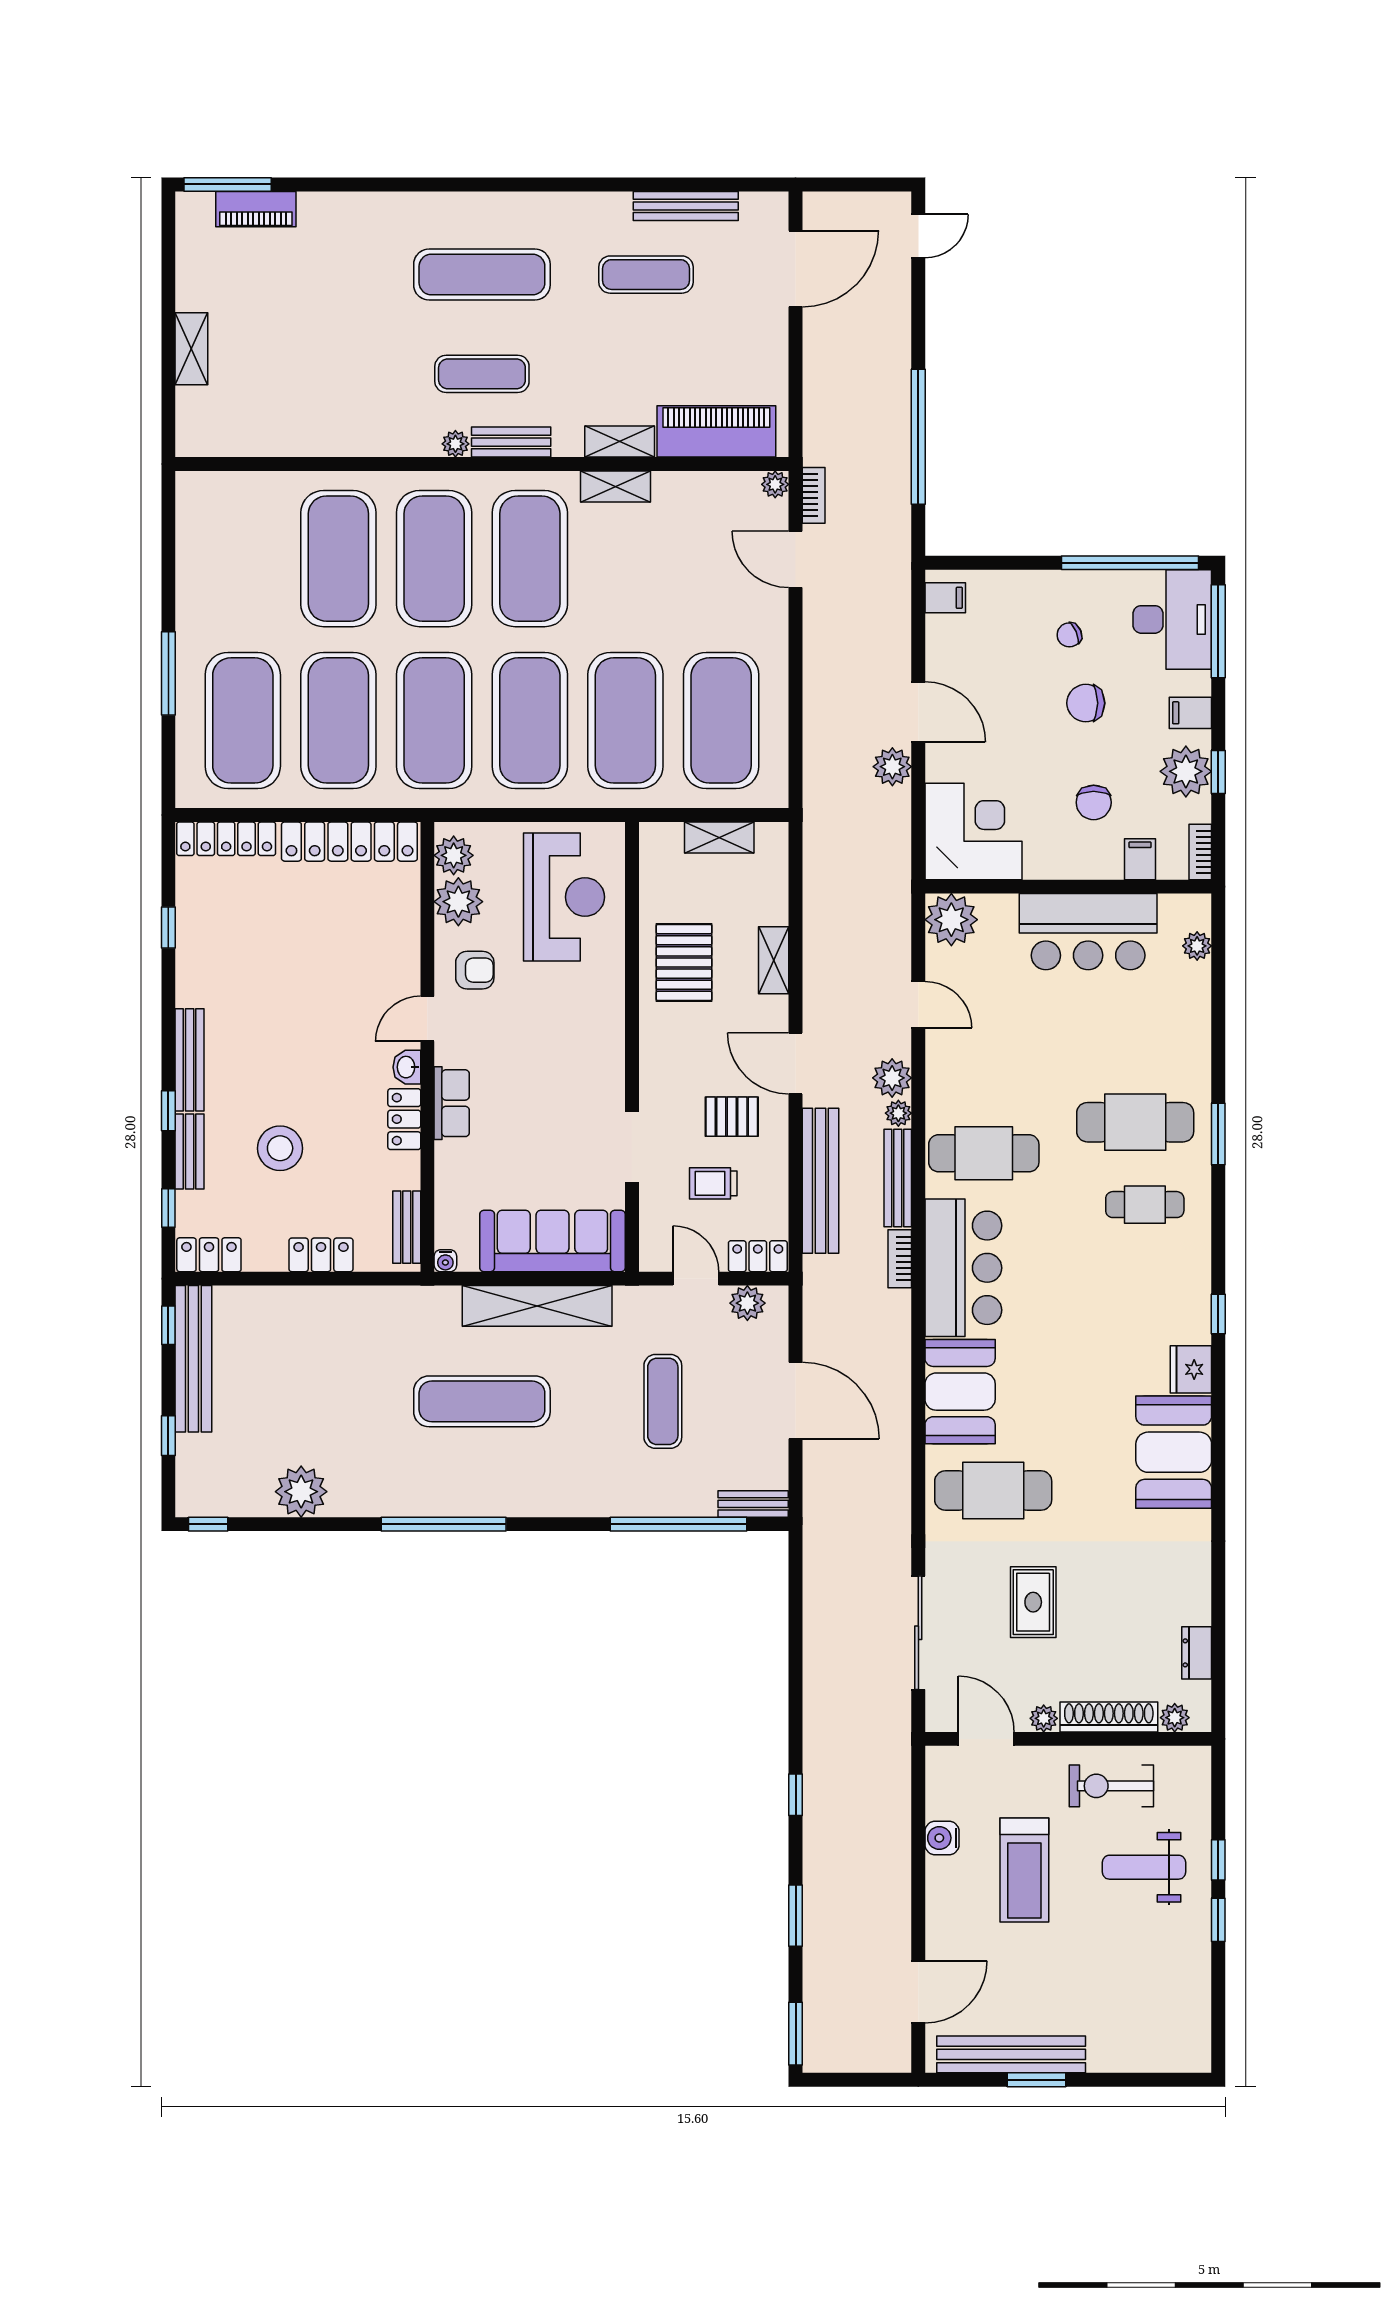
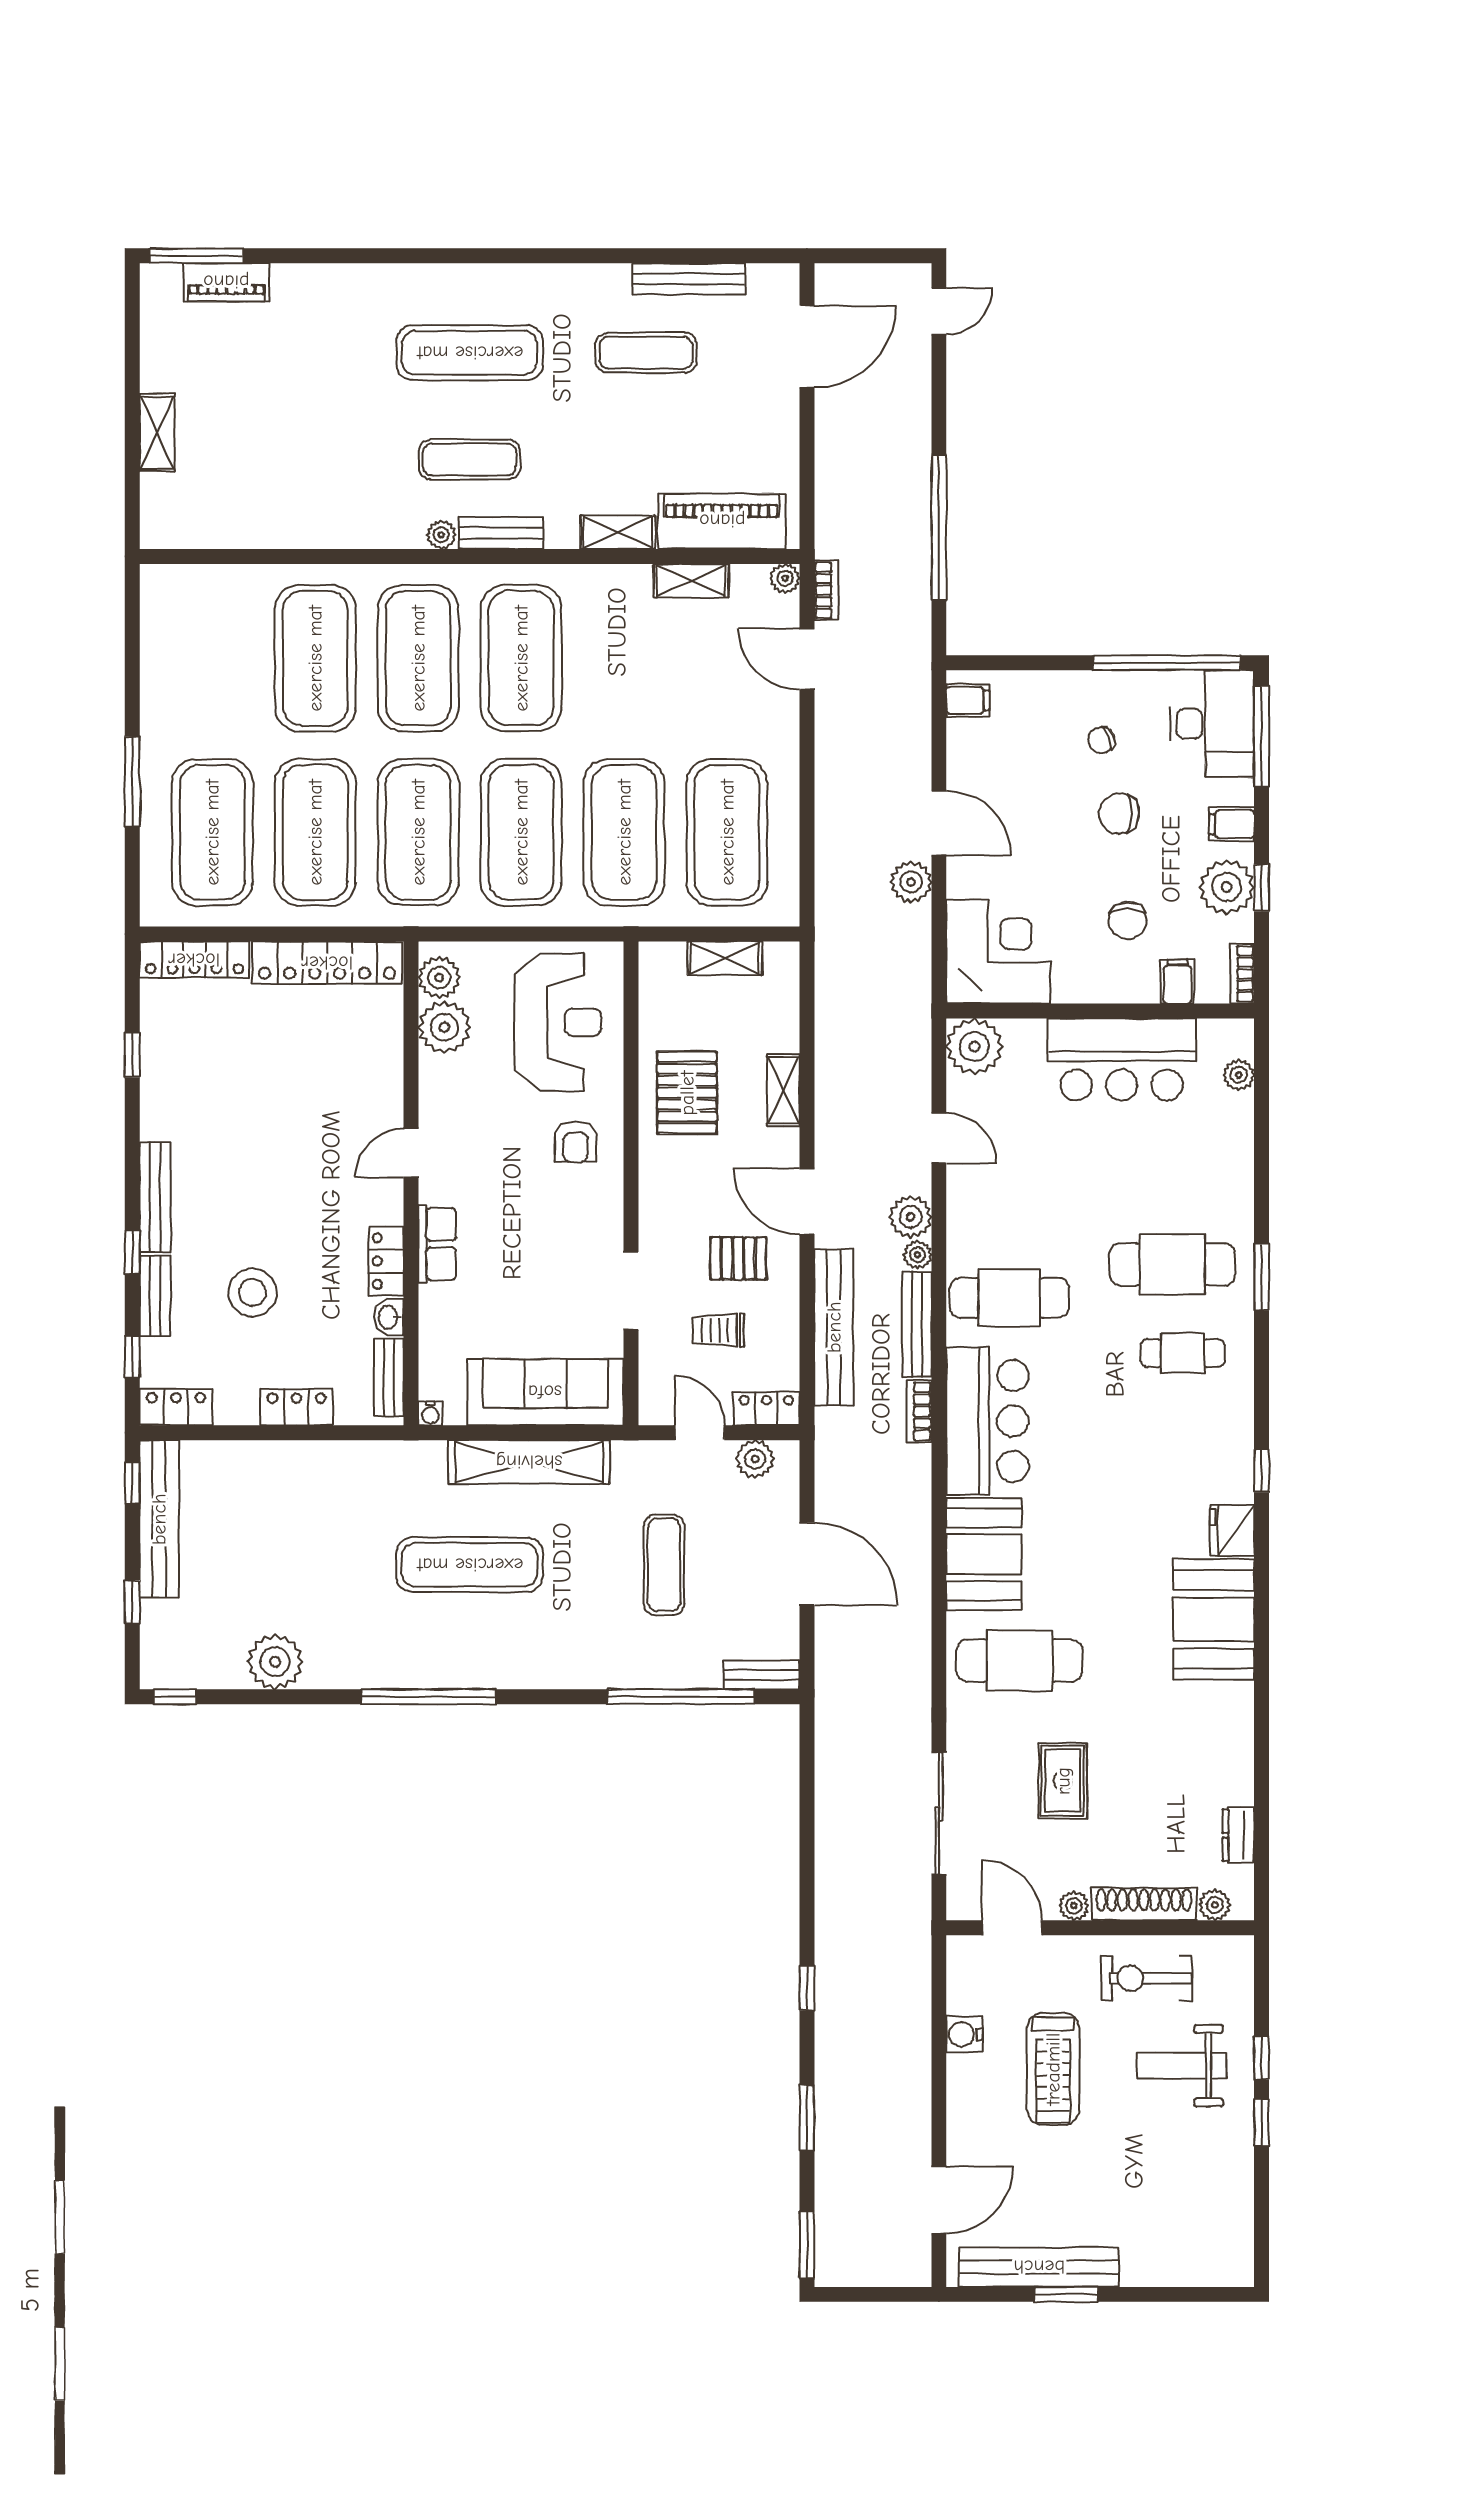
shelving: (616, 486) -> (691, 581), moved
armchair: (475, 970) -> (576, 1142), moved, turned 90
washbasin: (407, 1067) -> (389, 1317), moved

